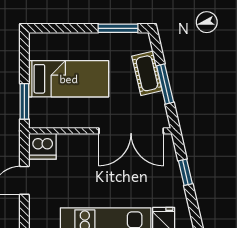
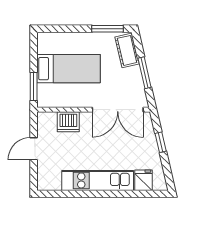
cot: (147, 73) -> (127, 50), moved
dishwasher: (42, 146) -> (68, 122), moved

